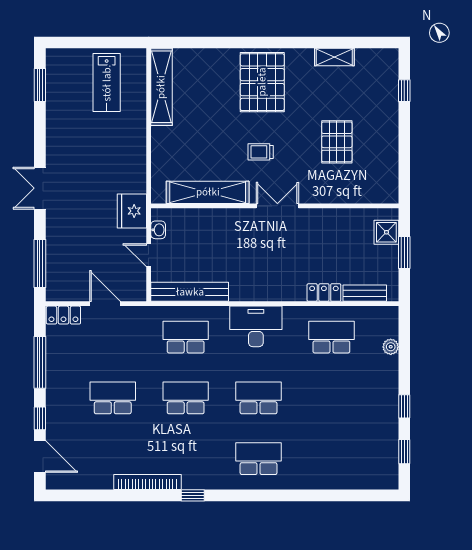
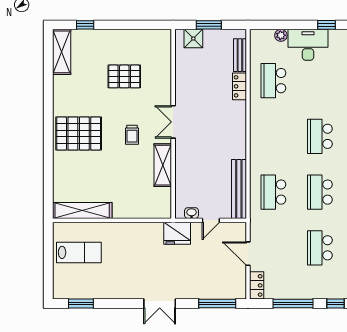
shelving: (334, 57) -> (62, 52), moved, width x1.50, depth x1.33
shelving: (208, 192) -> (163, 165), width x0.68
door: (105, 304) -> (248, 254), hinge flipped
desk: (256, 326) -> (308, 45), moved, turned 90

